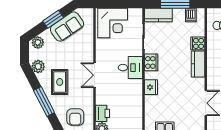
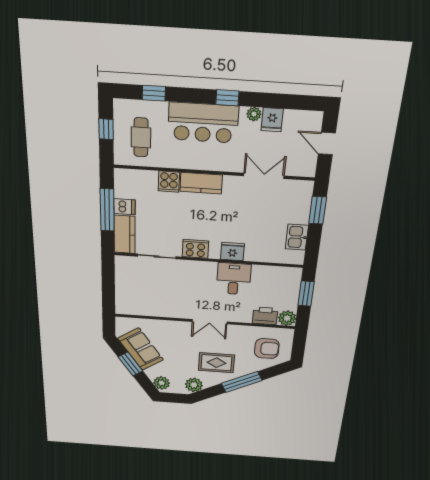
dishwasher: (191, 15) -> (124, 207), moved
corner desk: (113, 23) -> (136, 295), removed
desk: (130, 68) -> (234, 279), moved

